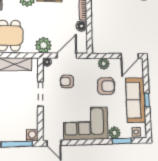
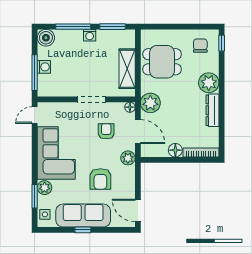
plant: (104, 64) -> (128, 158), moved
washing machine: (32, 135) -> (44, 67), moved

